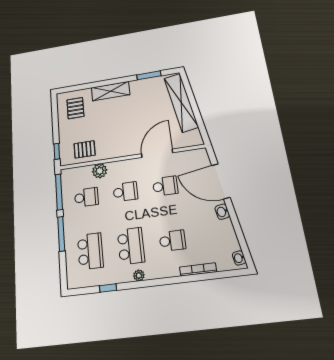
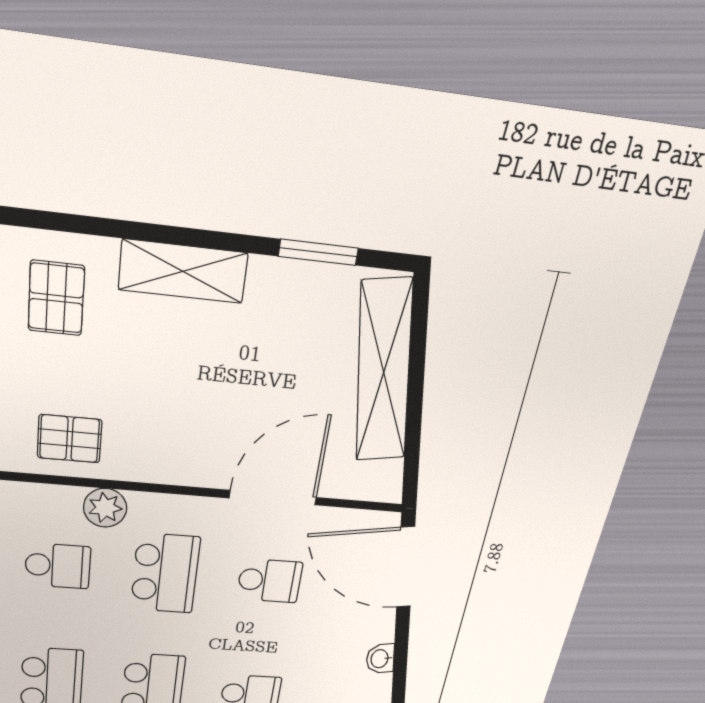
door: (221, 181) -> (406, 567), moved
school desk: (125, 192) -> (165, 573), width x1.85

